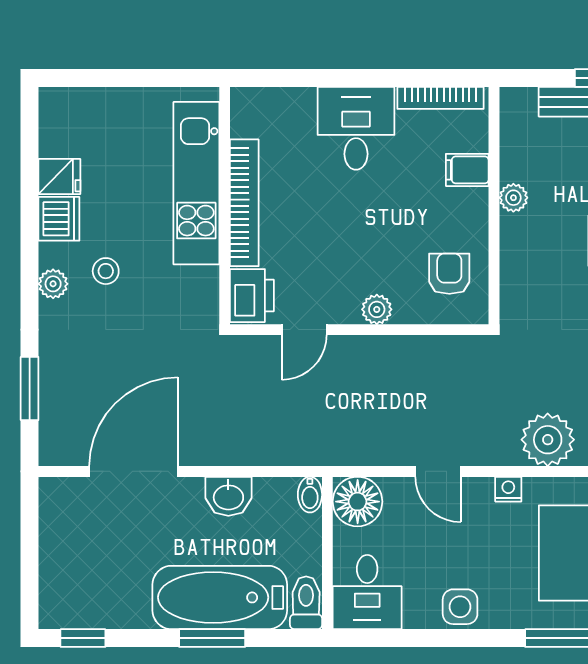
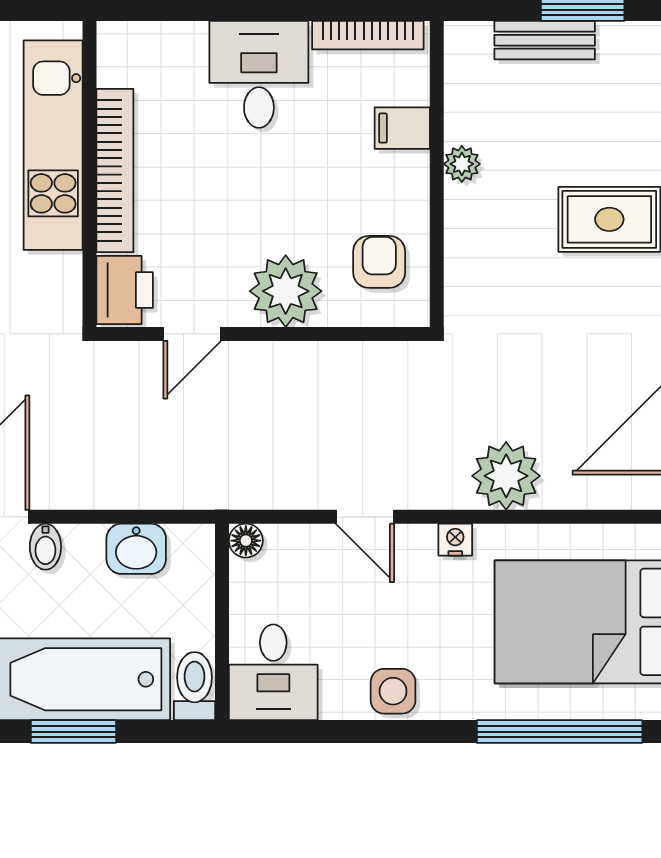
plant: (377, 309) -> (286, 291), width x1.87, depth x1.87
bidet: (310, 495) -> (45, 547), moved
washbasin: (228, 496) -> (136, 549), moved
floor lamp: (358, 502) -> (246, 541), width x0.53, depth x0.53

